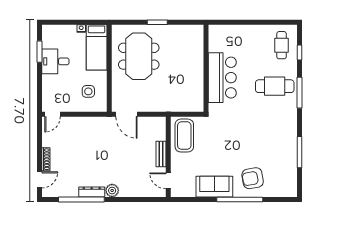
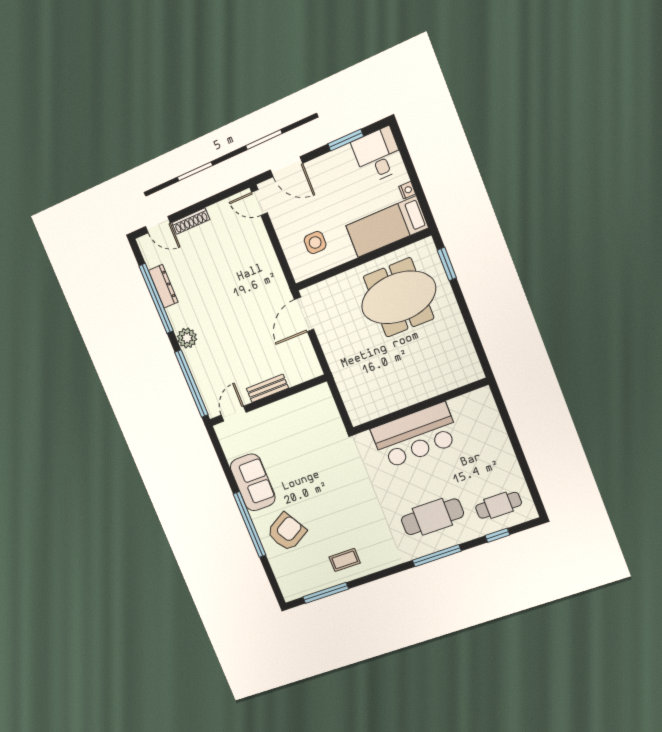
window: (157, 22) -> (447, 264), moved
desk: (55, 61) -> (378, 155), moved
cafe table: (275, 86) -> (432, 517), turned 90
door: (39, 91) -> (286, 167), added
coffee table: (184, 136) -> (345, 560), moved, width x0.54, depth x0.58
window: (299, 152) -> (326, 593), moved
armchair: (253, 178) -> (287, 532), turned 70
dresser: (92, 192) -> (163, 286), moved
window: (140, 199) -> (191, 384), added

